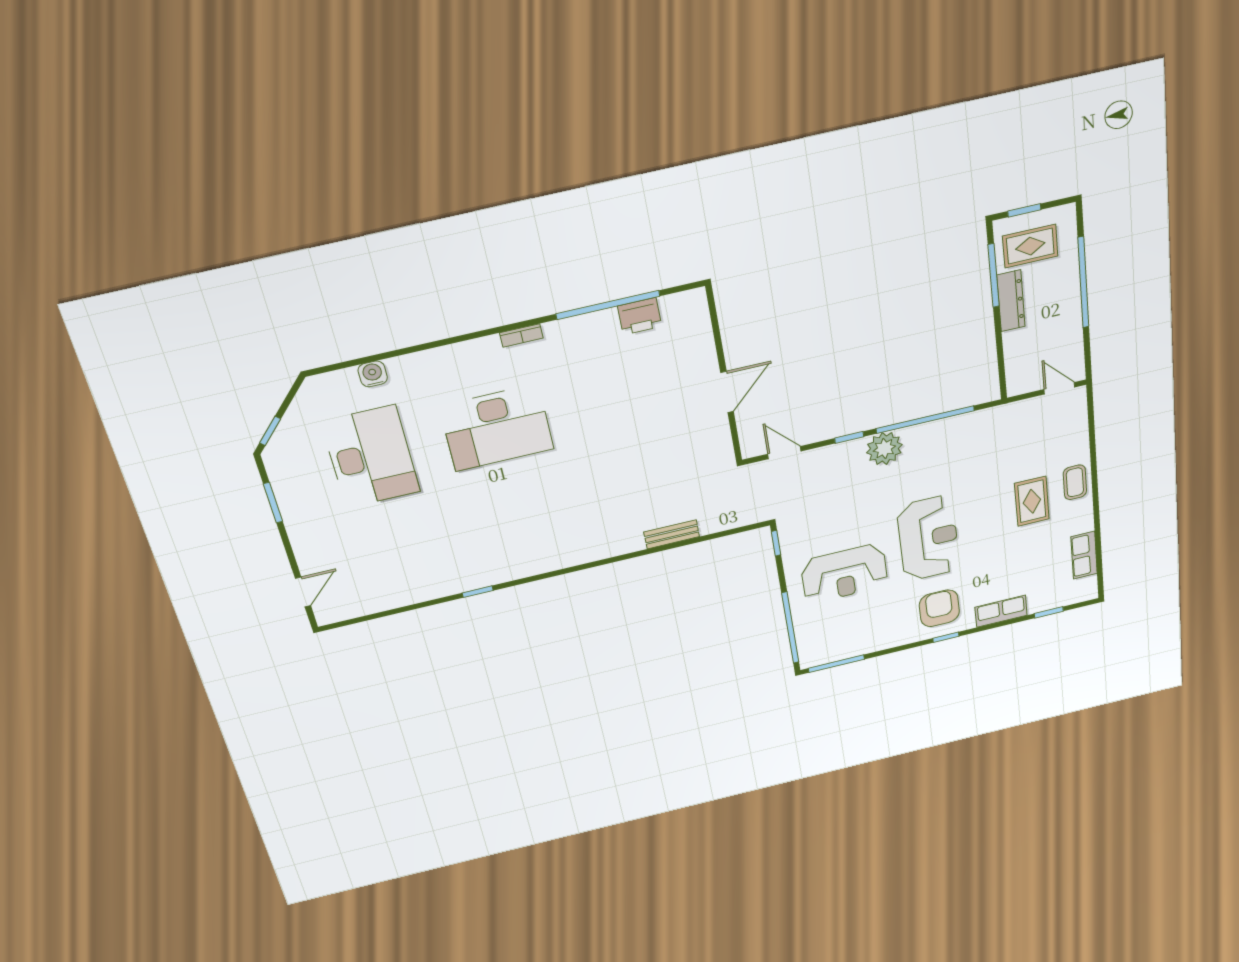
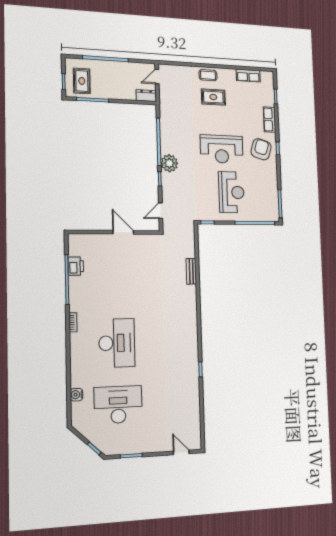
dresser: (1011, 301) -> (146, 96), moved, width x0.70
reception desk: (928, 538) -> (222, 149), turned 180
armchair: (939, 608) -> (261, 149), turned 107

